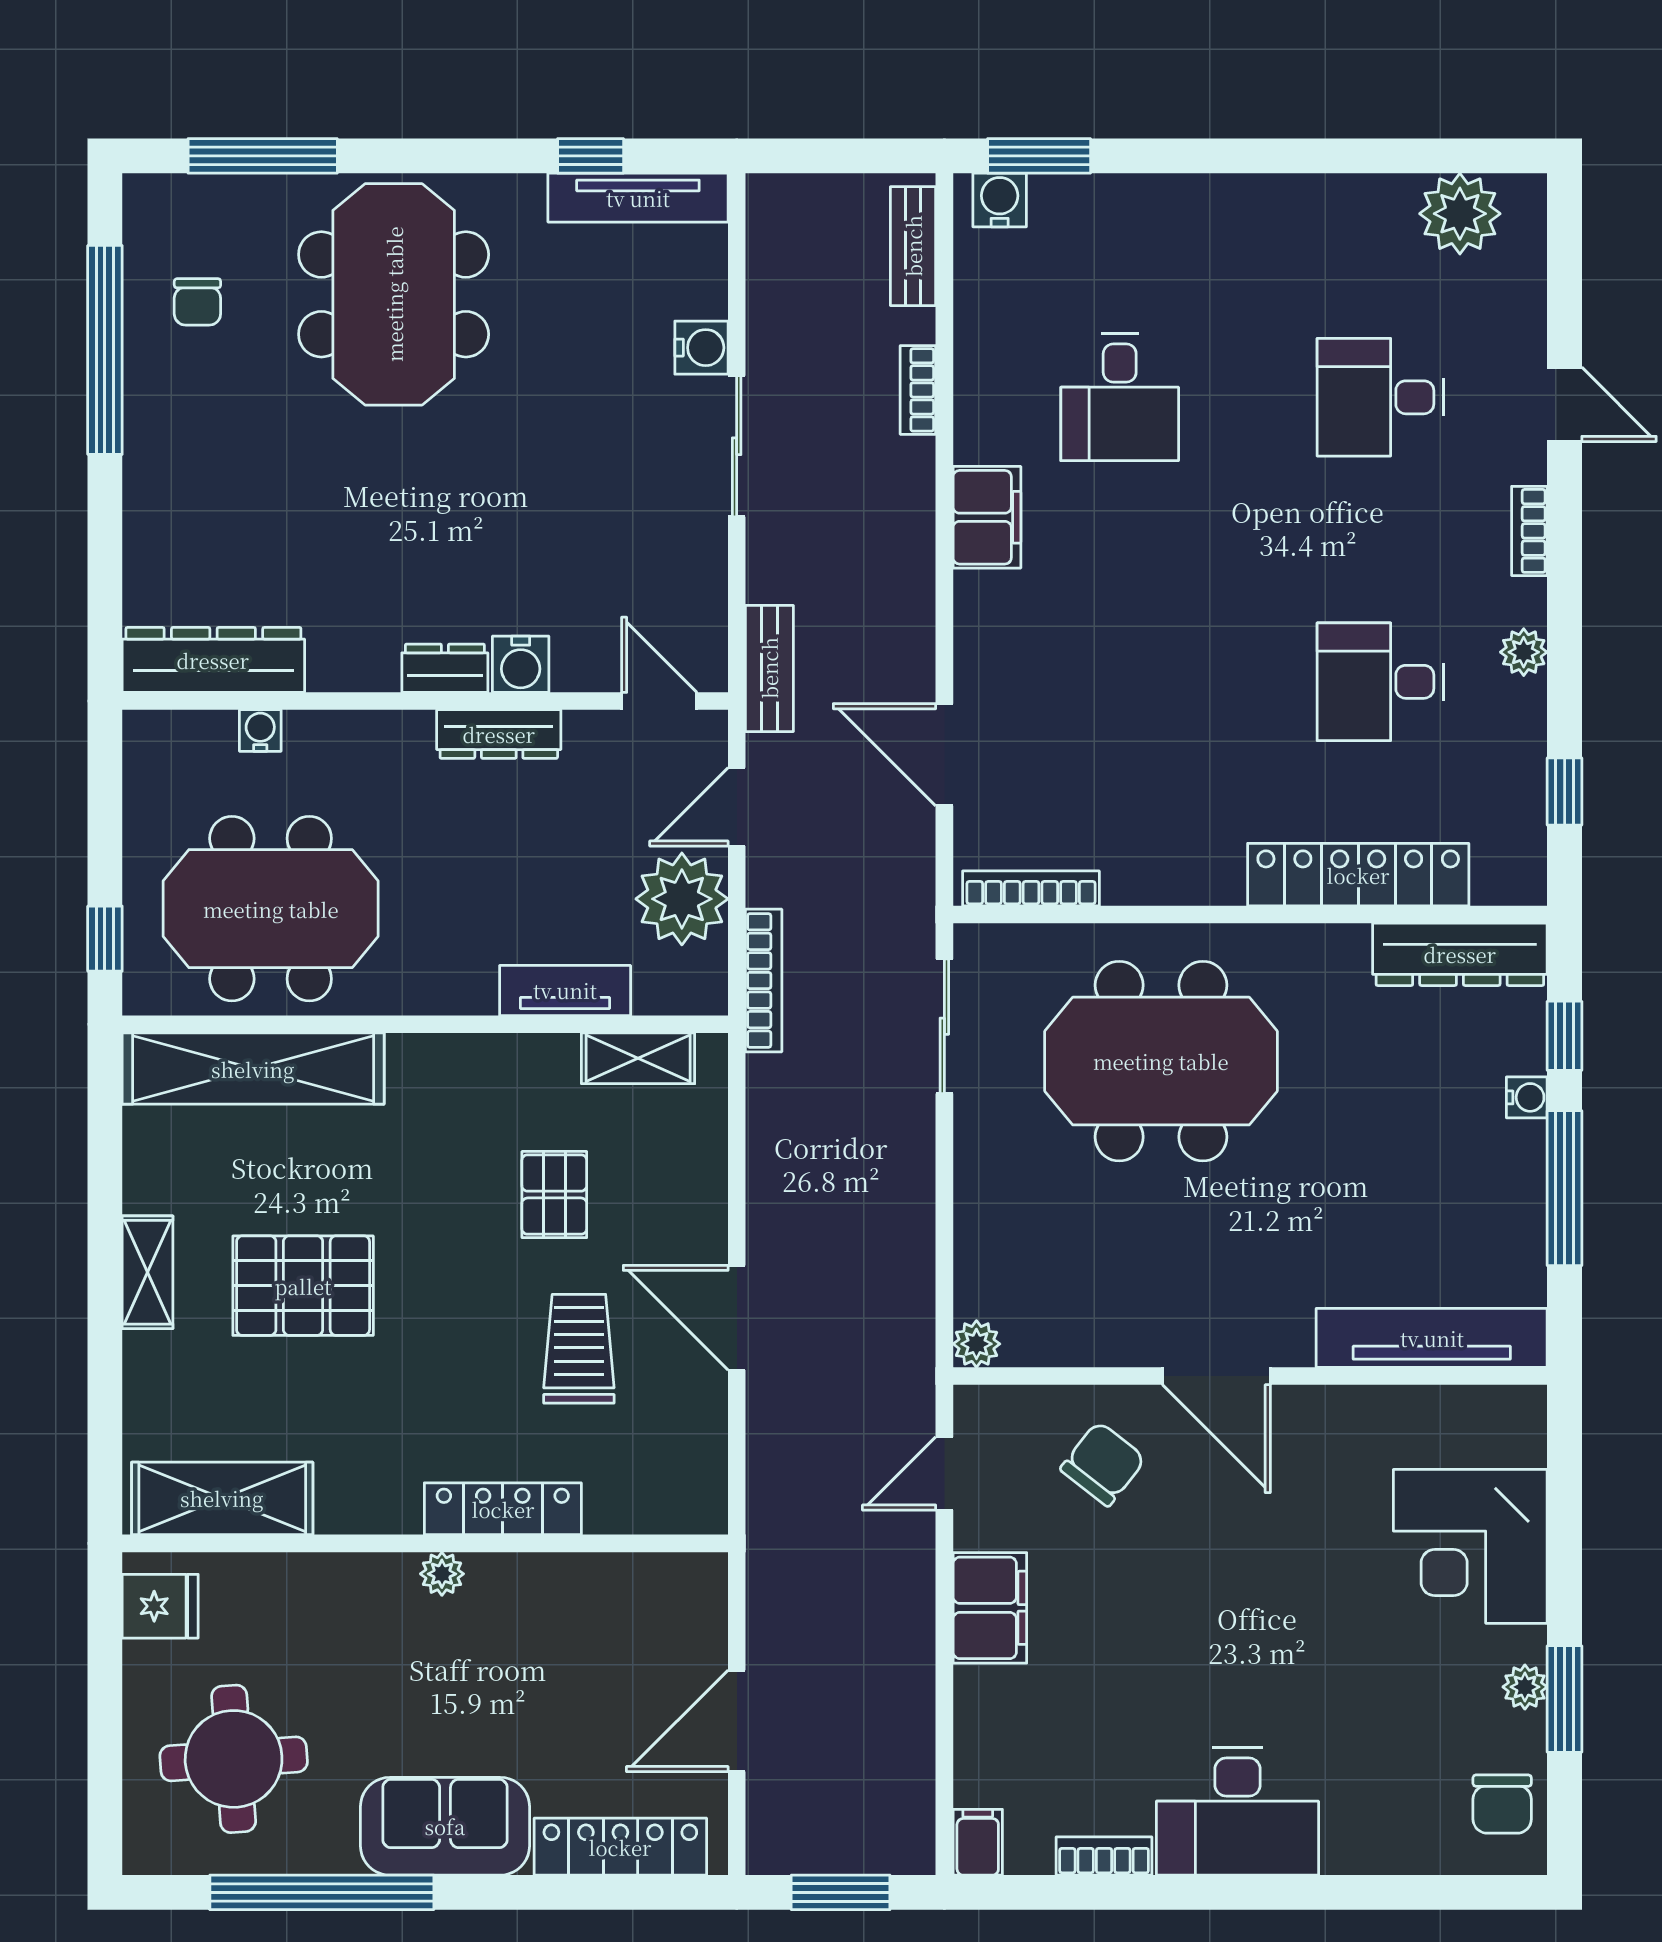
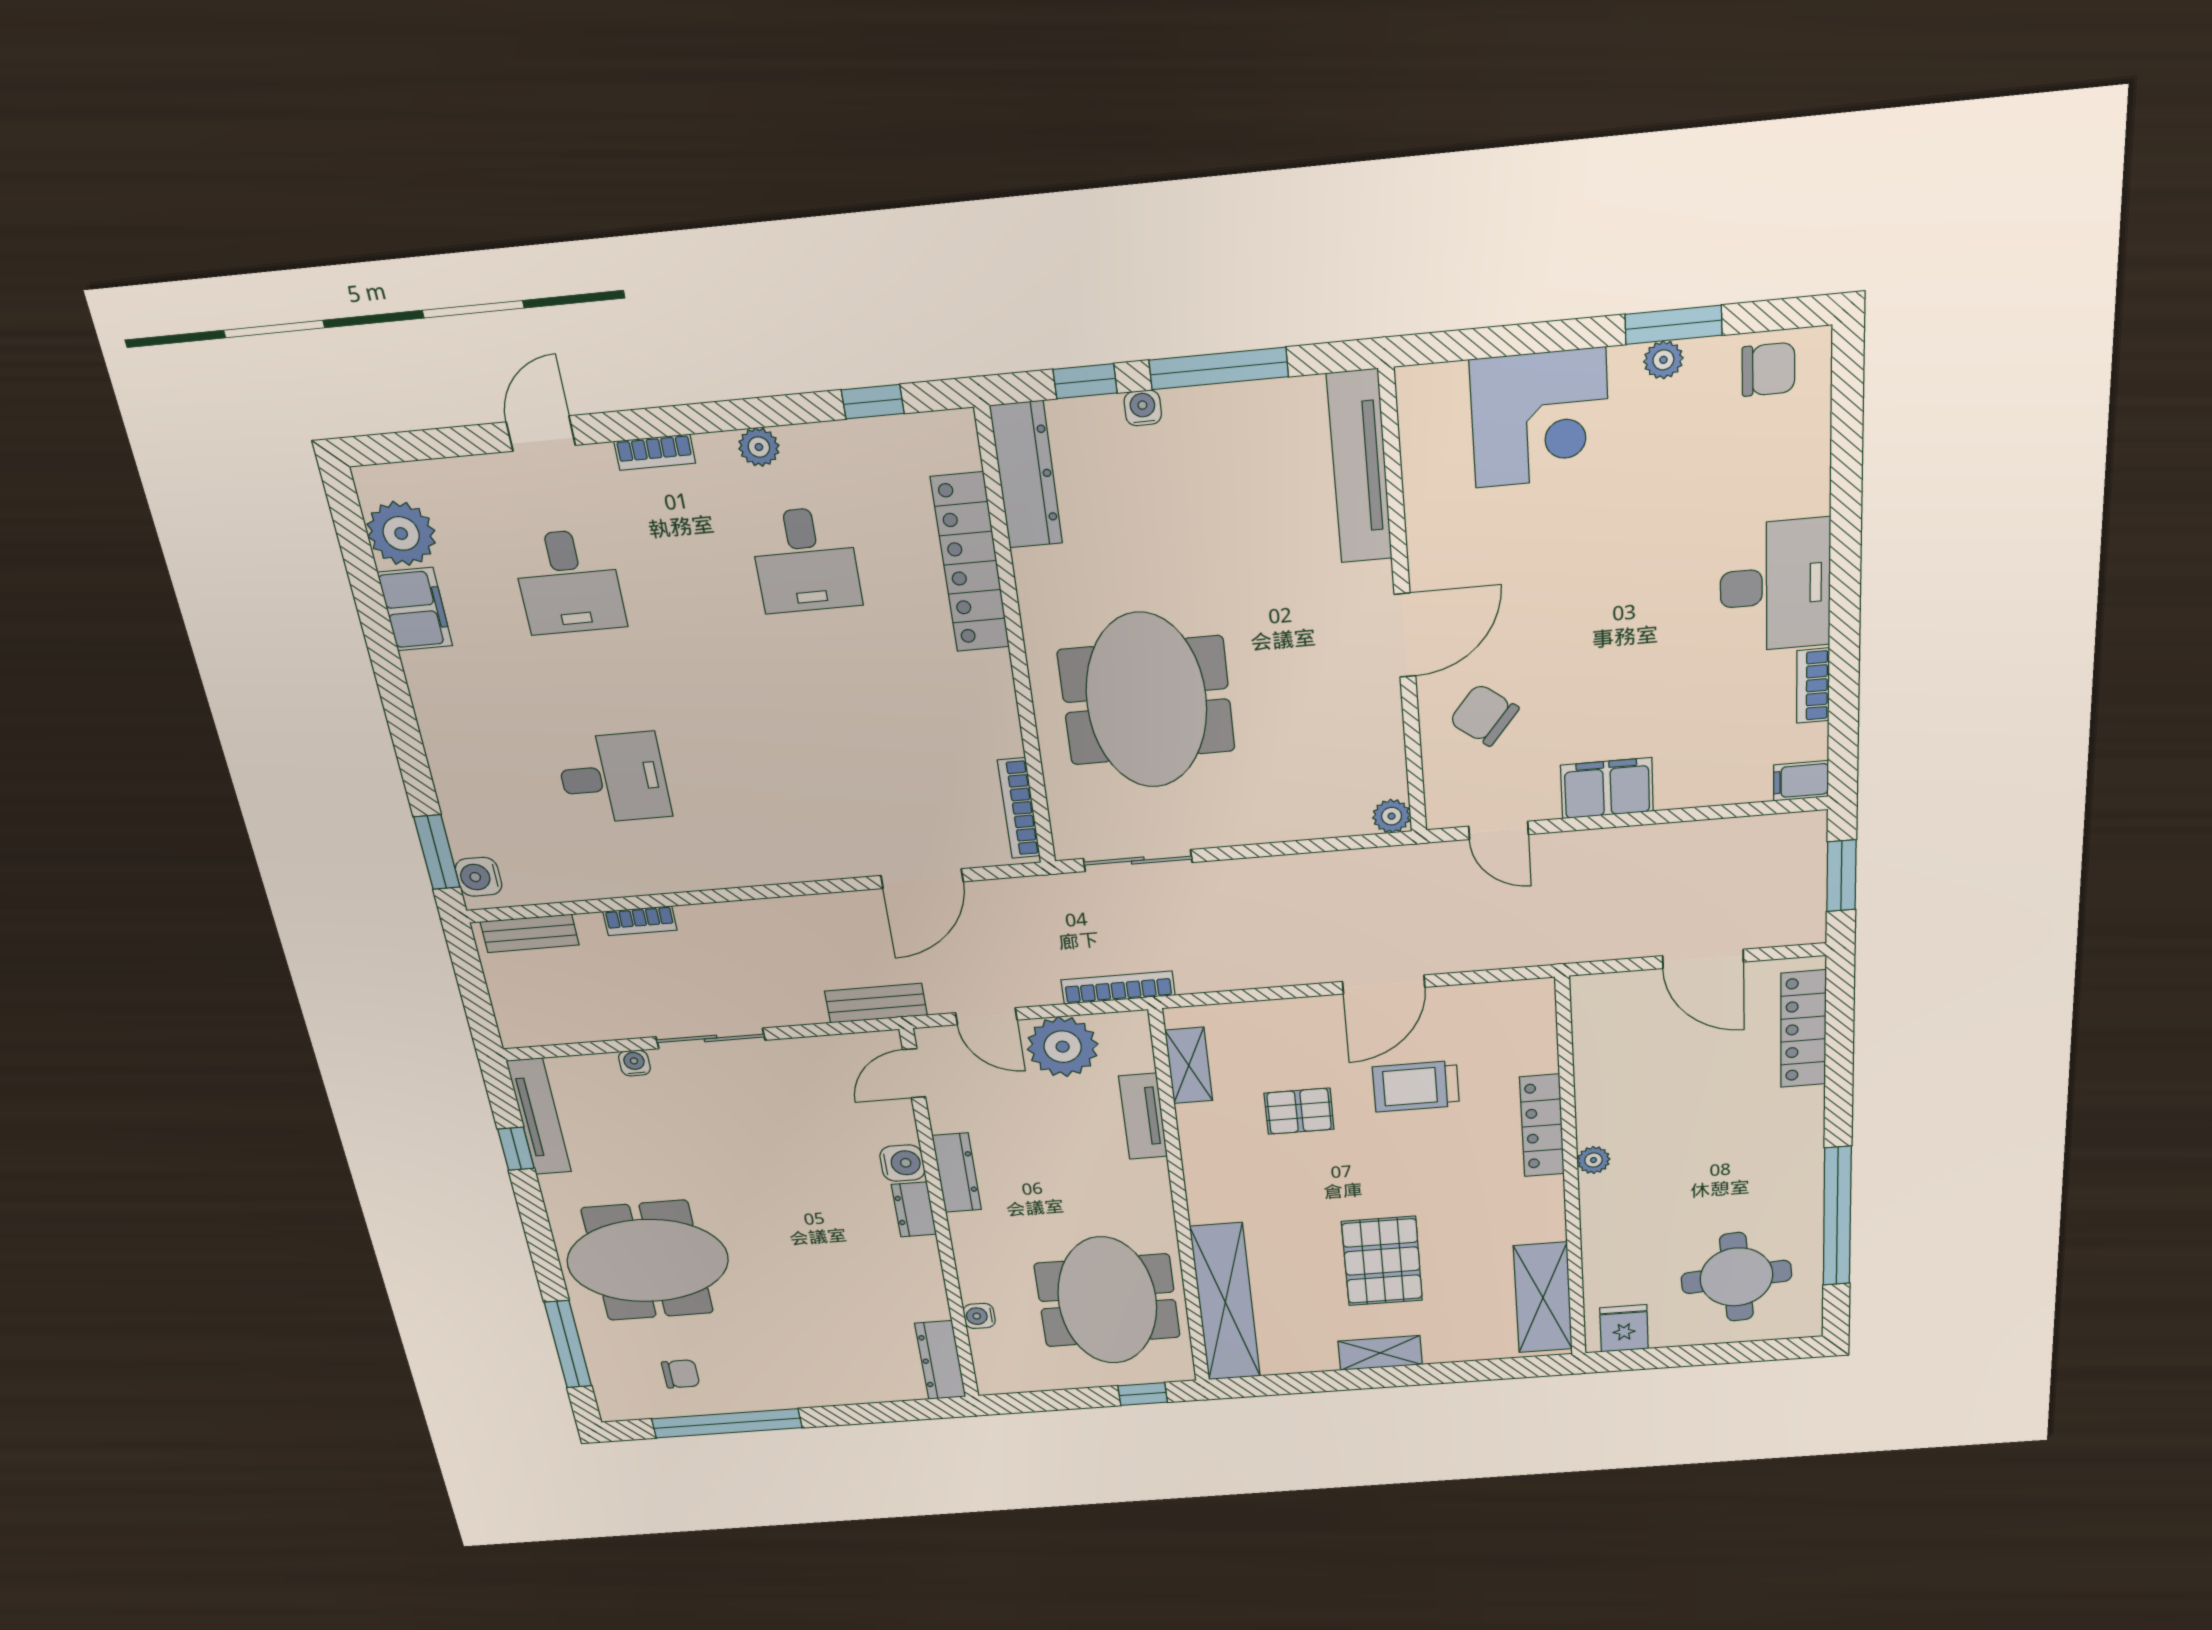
water cooler: (701, 348) -> (634, 1063), width x0.72, depth x0.72
filing cabinet: (987, 517) -> (415, 609), moved, turned 90
dresser: (213, 660) -> (940, 1360), width x0.73, depth x0.80
sofa: (445, 1826) -> (1787, 1144), removed

